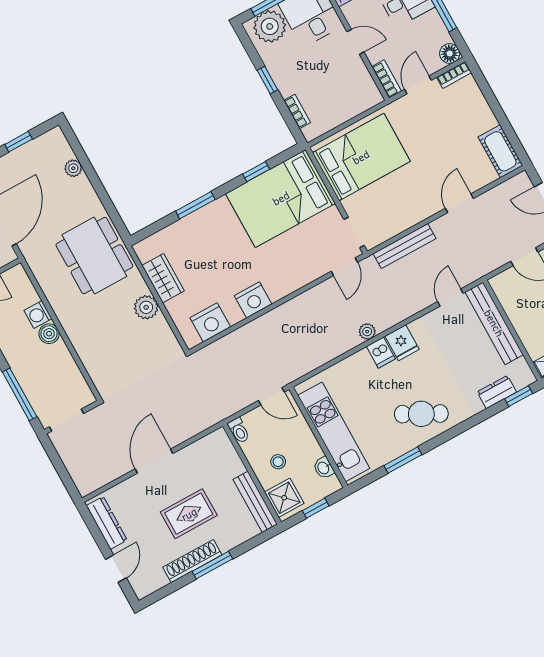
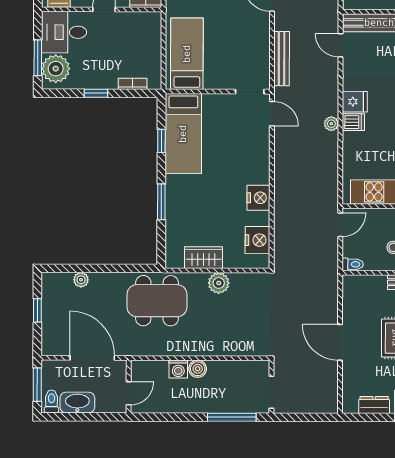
bed: (361, 157) -> (187, 54), width x0.67
bed: (281, 198) -> (183, 134), width x0.67
dresser: (107, 523) -> (374, 405), width x0.70

